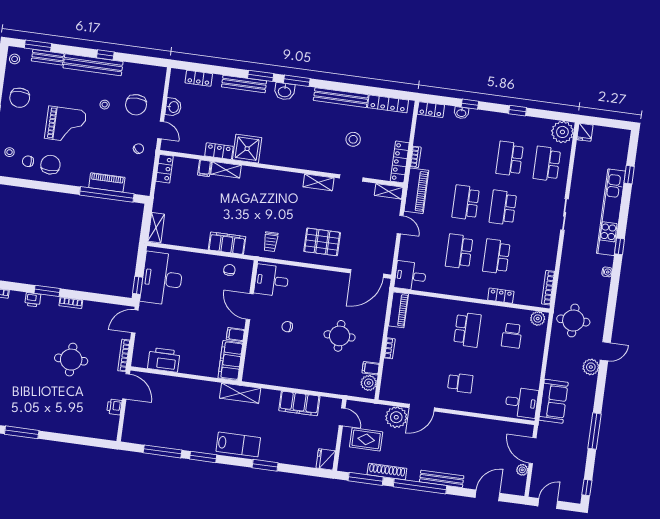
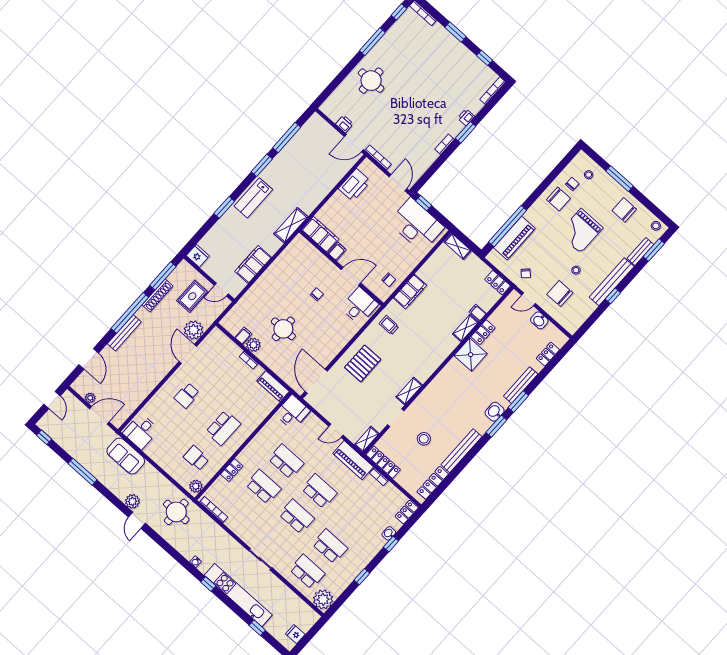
fridge: (585, 132) -> (295, 634), moved
piano: (107, 182) -> (514, 238), width x1.37, depth x1.33
school desk: (467, 330) -> (223, 428), turned -90
round table: (71, 360) -> (371, 81), moved
plant: (369, 383) -> (253, 345), moved

